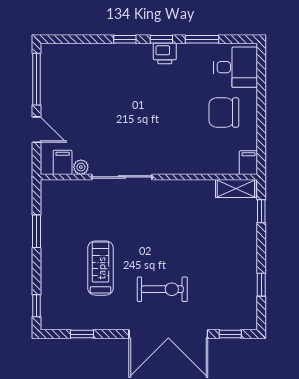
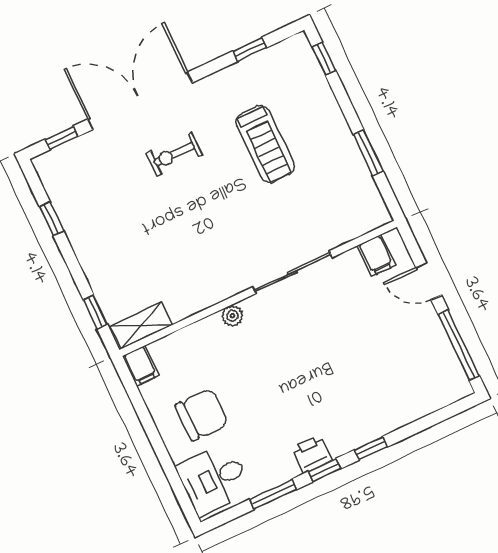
plant: (81, 167) -> (232, 316), moved
exercise bike: (162, 289) -> (174, 154), width x0.73, depth x0.72

